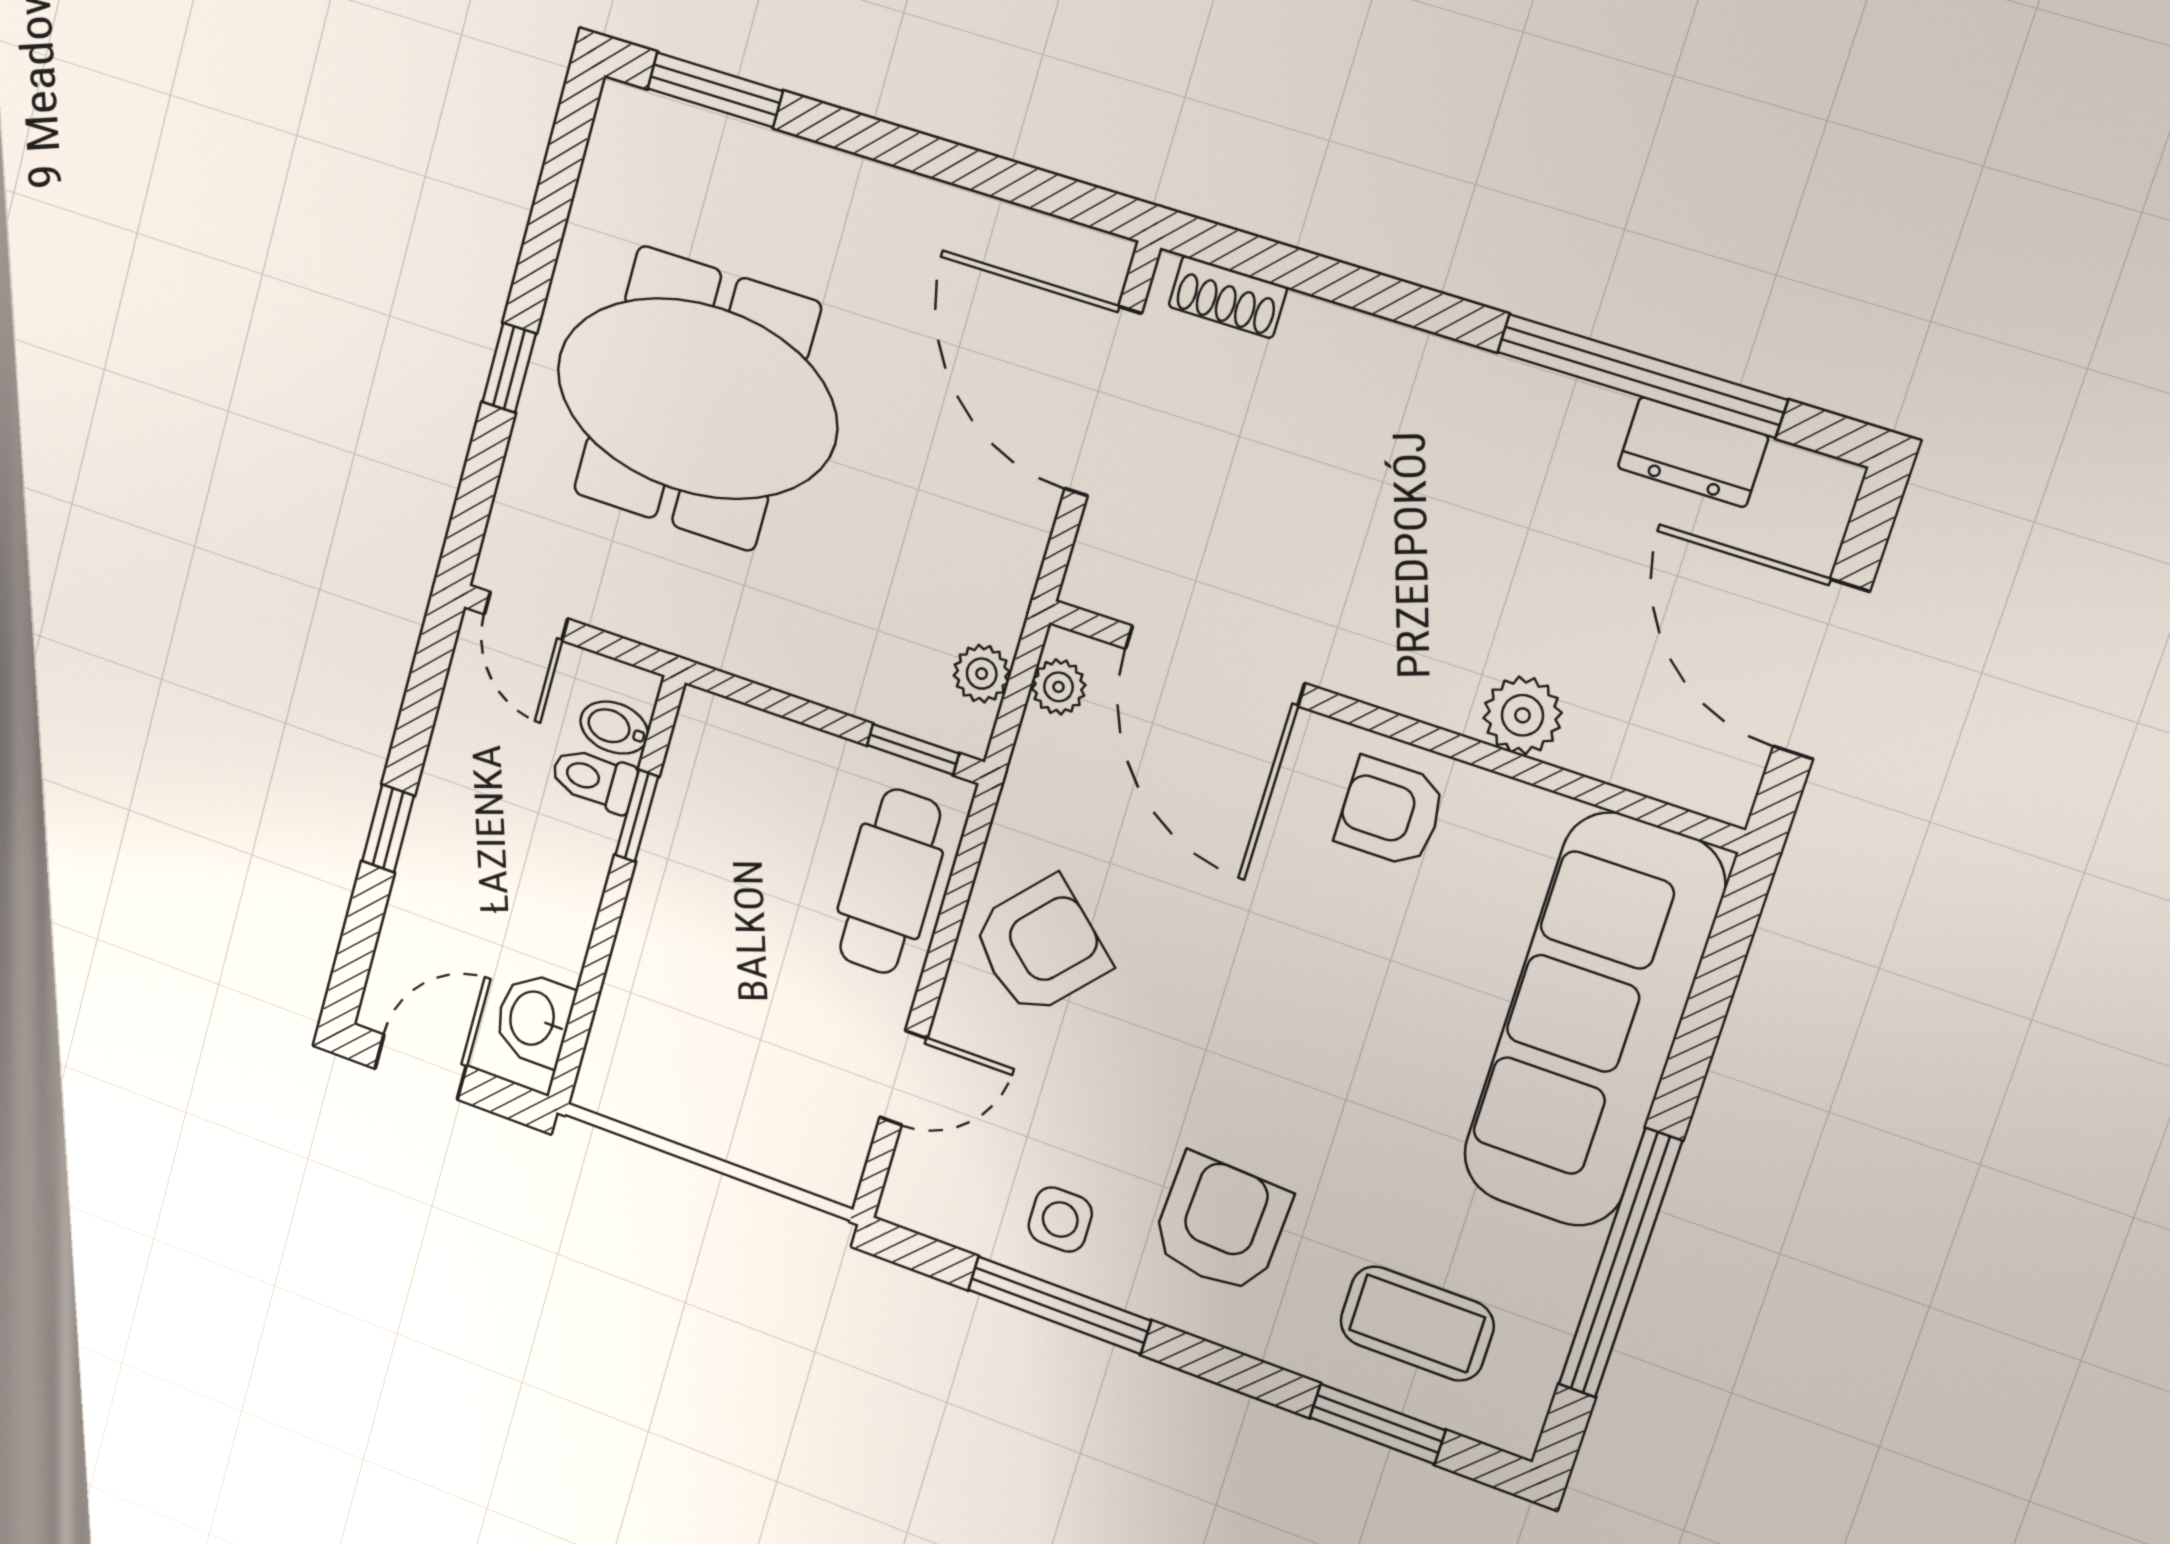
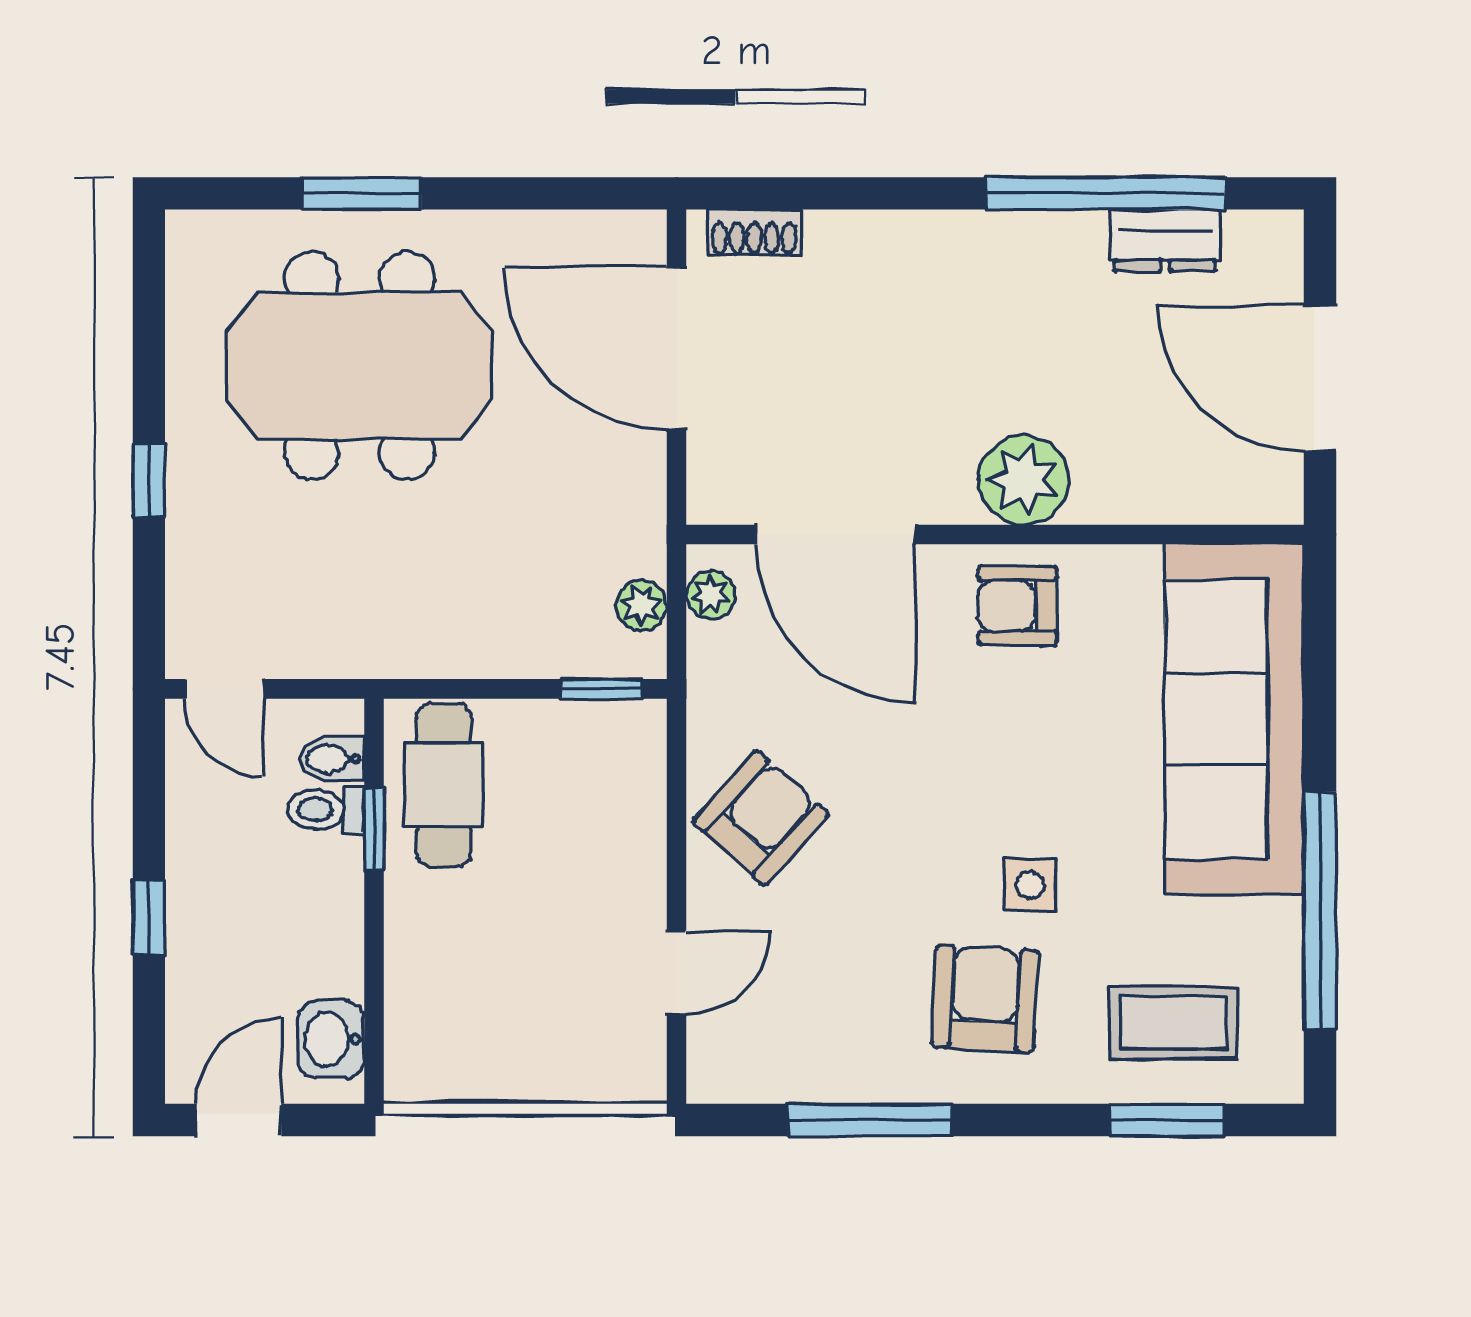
window: (715, 90) -> (362, 193), moved
meeting table: (697, 399) -> (359, 366), moved
plant: (1522, 715) -> (1024, 480), moved, width x1.36, depth x1.36
cafe table: (890, 881) -> (444, 785), moved
side table: (1060, 1220) -> (1030, 885), moved

